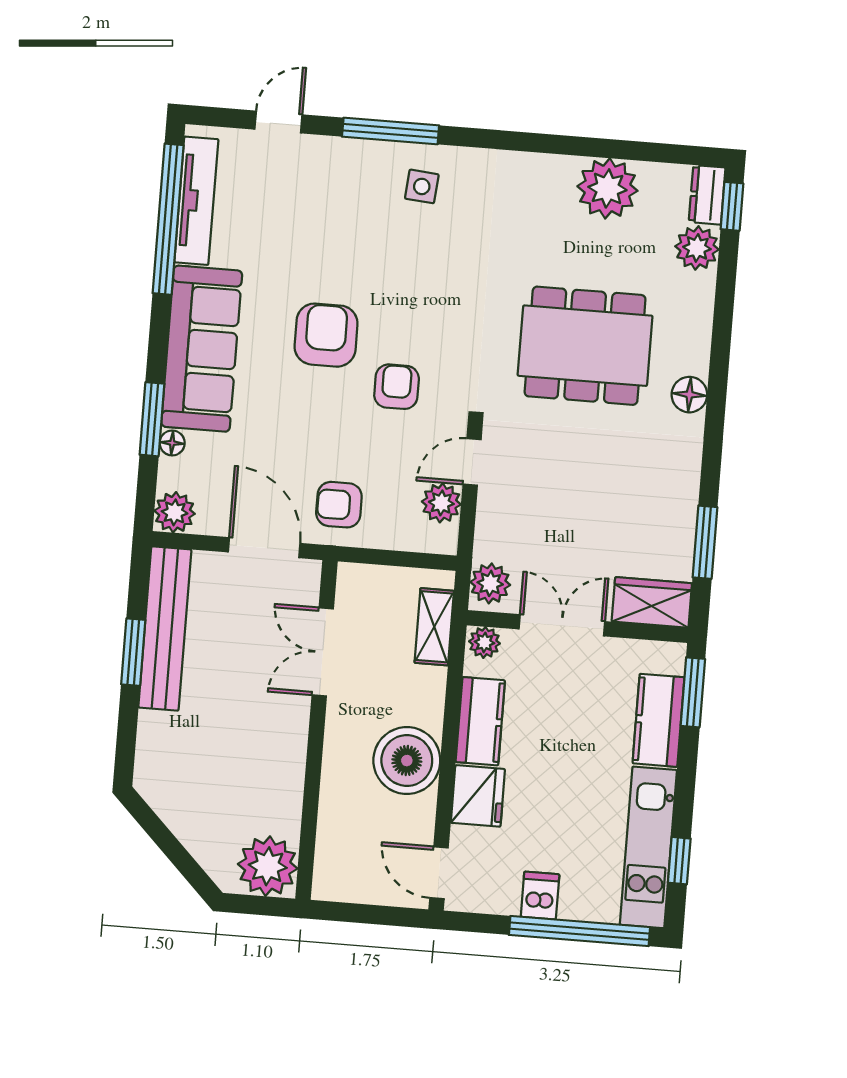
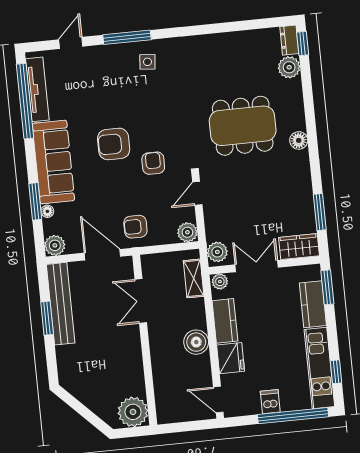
plant: (607, 188) -> (239, 46), removed
armchair: (326, 335) -> (114, 144), turned -90
plant: (441, 503) -> (187, 232), moved
boiler: (407, 761) -> (196, 342), width x0.73, depth x0.73

